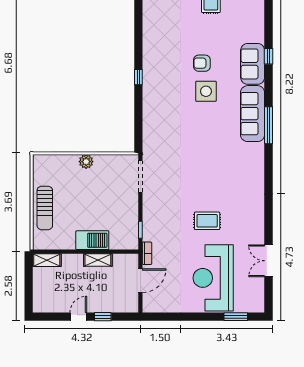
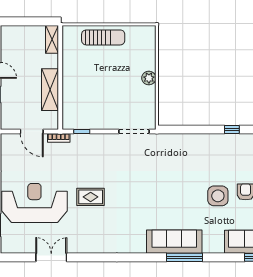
sofa: (253, 114) -> (174, 242), moved
sun lounger: (45, 208) -> (103, 37), turned 180
rug: (207, 221) -> (91, 197), turned 90
barbecue: (92, 240) -> (72, 84), removed
shelving: (98, 260) -> (50, 90), width x1.50, depth x1.33

